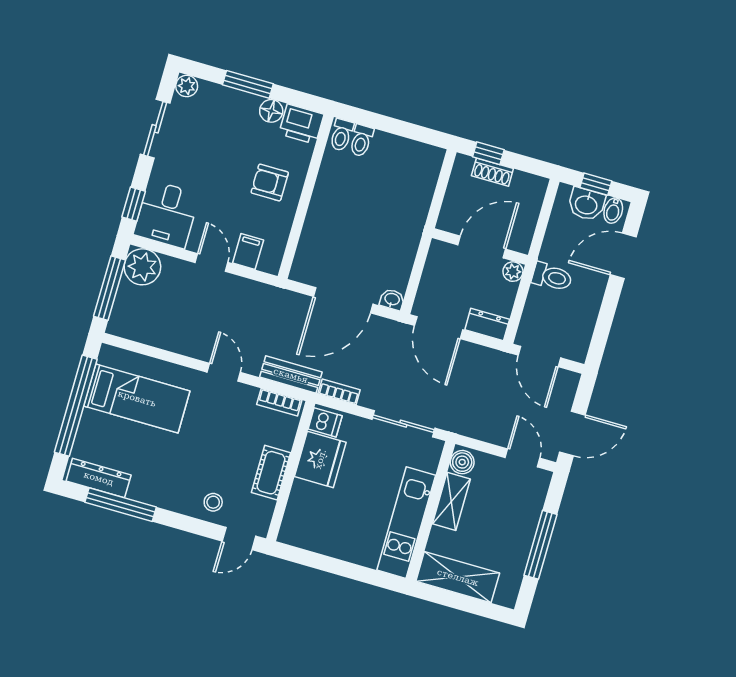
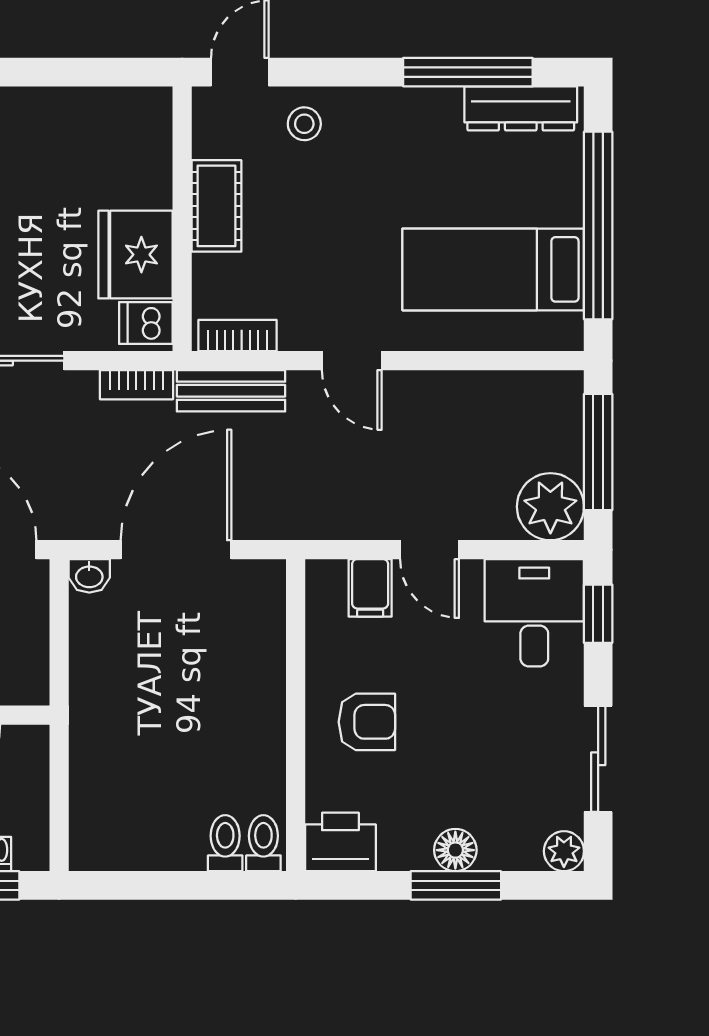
floor lamp: (271, 111) -> (455, 850), moved

